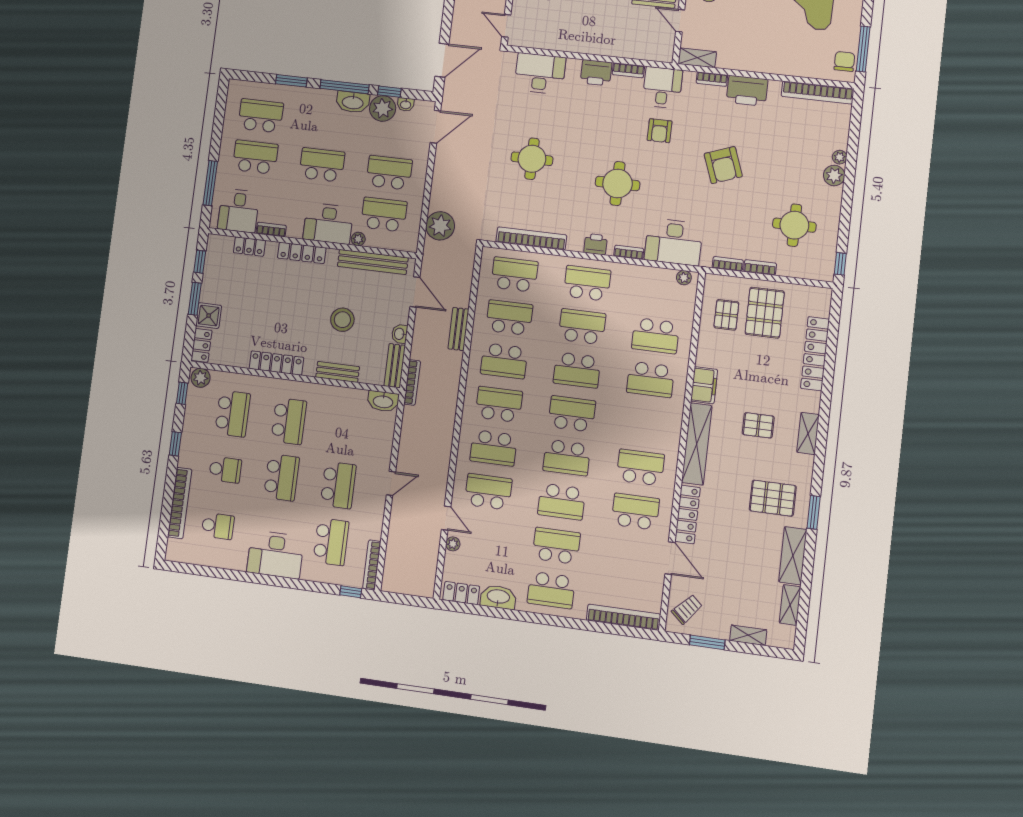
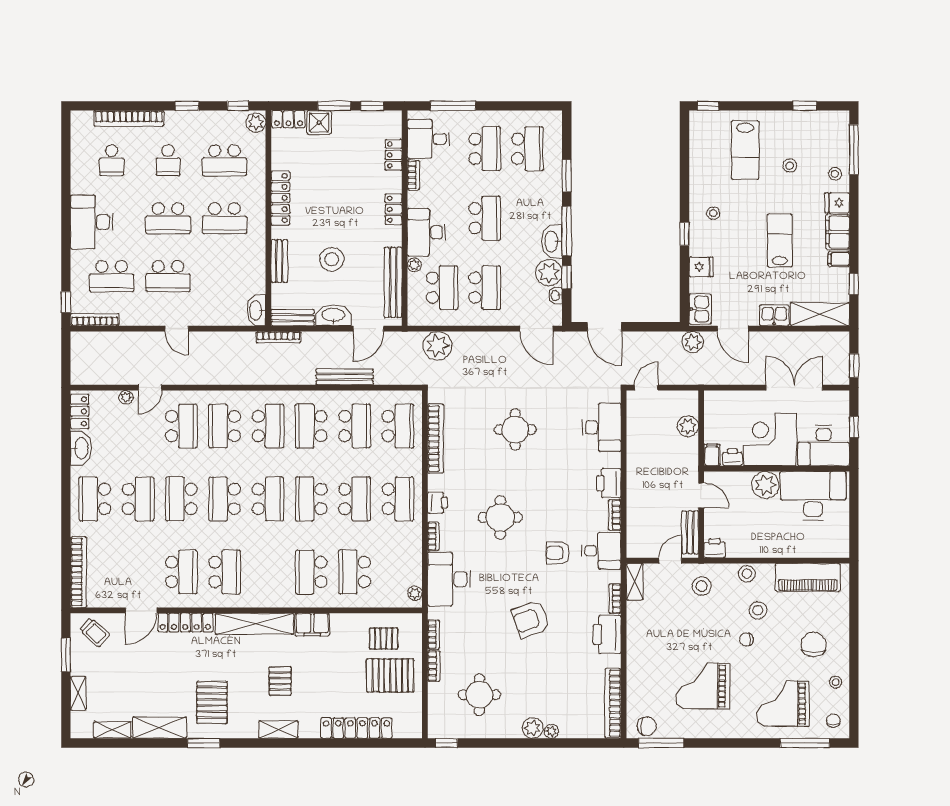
locker: (302, 253) -> (394, 209), width x0.66
bench: (458, 329) -> (345, 377), width x1.36
washbasin: (400, 334) -> (333, 315), width x1.91, depth x1.45

